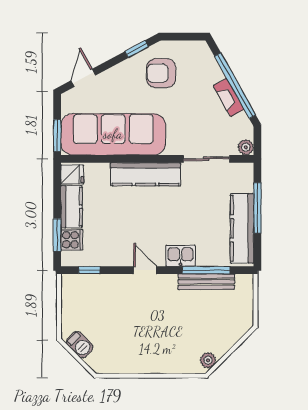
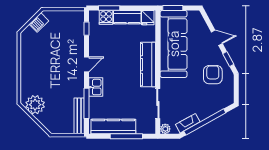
door: (83, 78) -> (217, 38), moved
fireplace: (229, 97) -> (188, 123), moved
bench: (206, 282) -> (79, 116), moved
plant: (208, 360) -> (35, 105), width x1.87, depth x1.87

